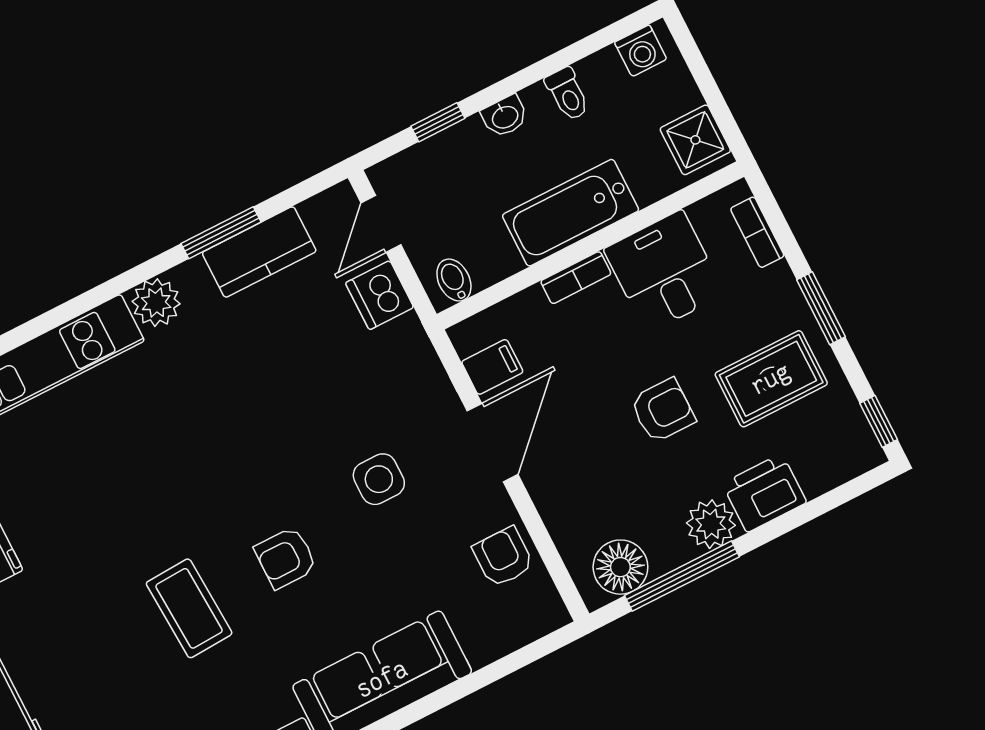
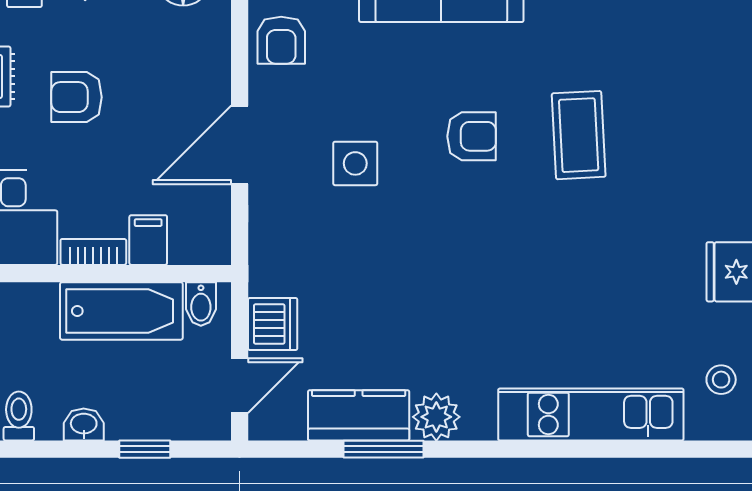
bathtub: (571, 213) -> (121, 311), moved
plant: (156, 303) -> (436, 417), moved
filing cabinet: (492, 367) -> (148, 240), moved, turned 90

